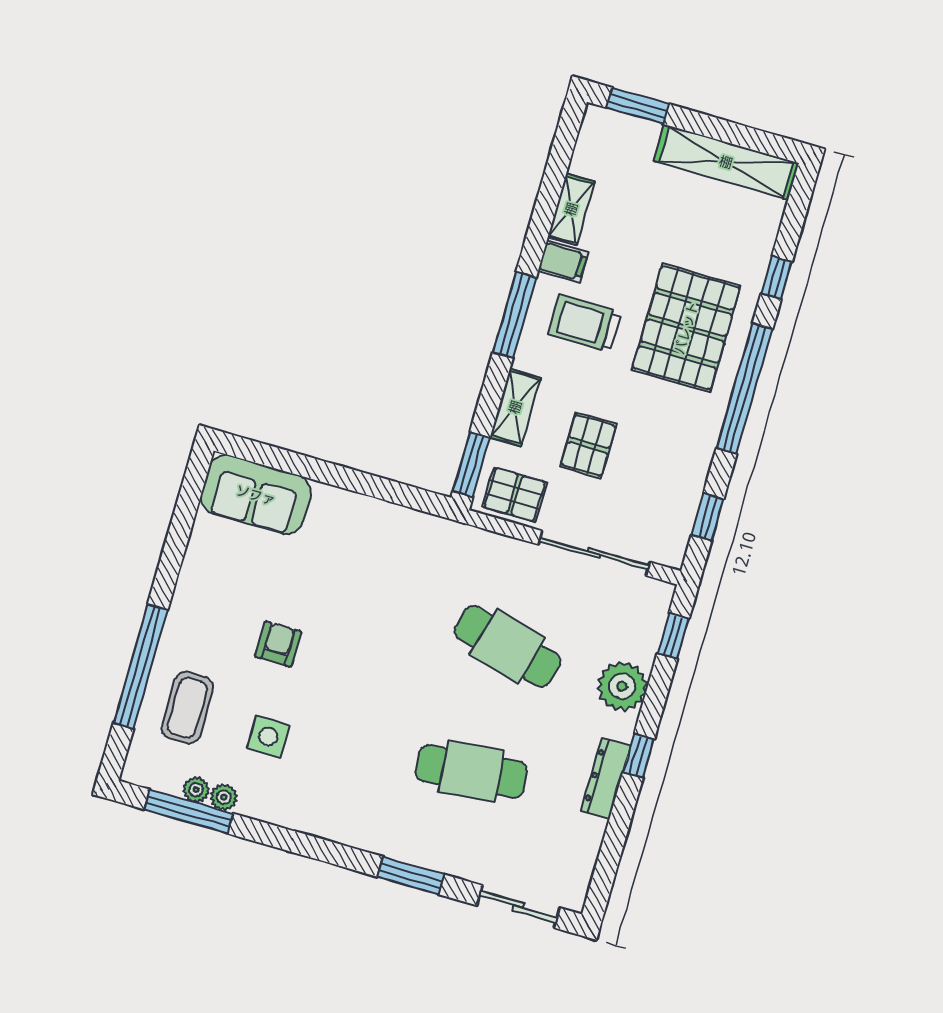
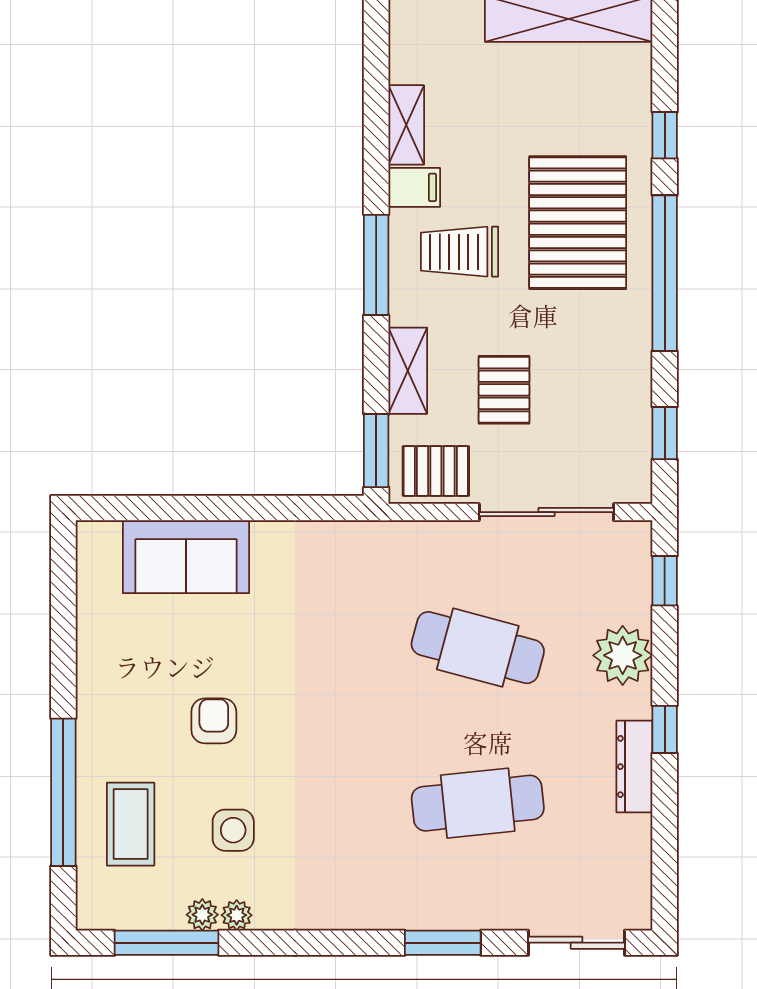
sofa: (256, 495) -> (186, 557), moved
plant: (196, 790) -> (237, 915), moved

